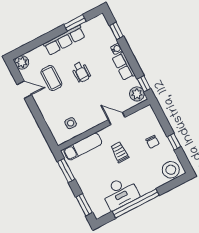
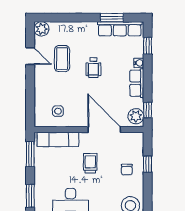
row of seats: (64, 40) -> (120, 29), moved
door: (117, 119) -> (104, 130), width x1.88
window: (174, 142) -> (148, 164), moved

